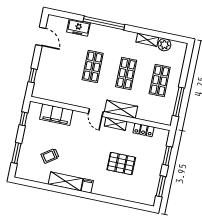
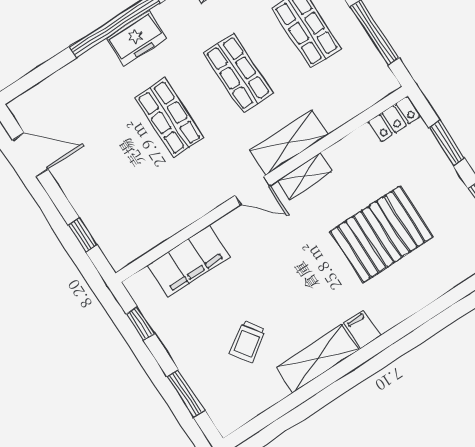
freezer: (78, 27) -> (136, 38), moved
locker: (144, 130) -> (394, 119), moved
pallet: (121, 164) -> (381, 234), width x1.37, depth x1.41

